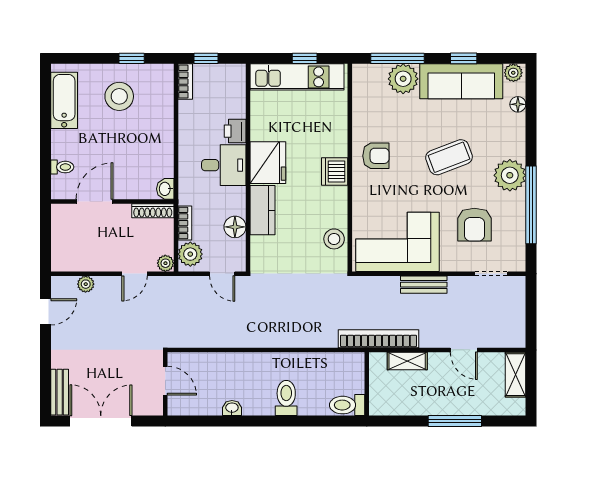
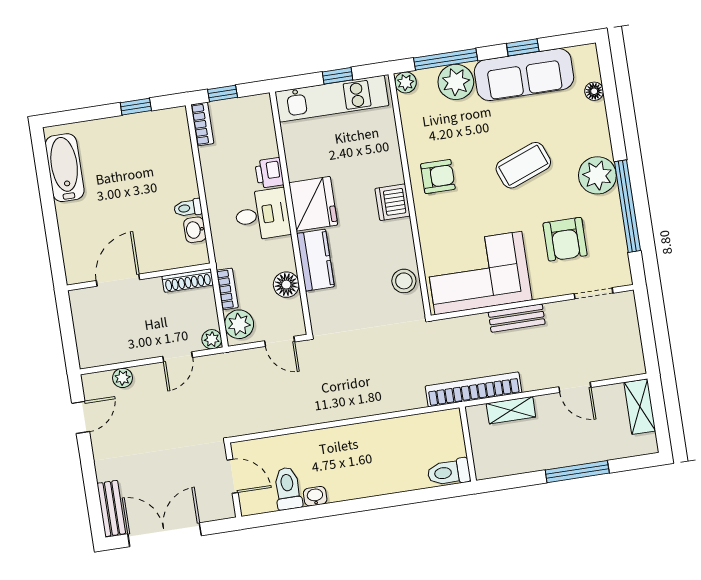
plant: (513, 73) -> (406, 82), moved
stool: (119, 96) -> (128, 153), removed
toilet: (62, 167) -> (188, 208), moved, turned 180
washbasin: (165, 189) -> (195, 230), moved
toilet: (286, 398) -> (288, 488), moved

